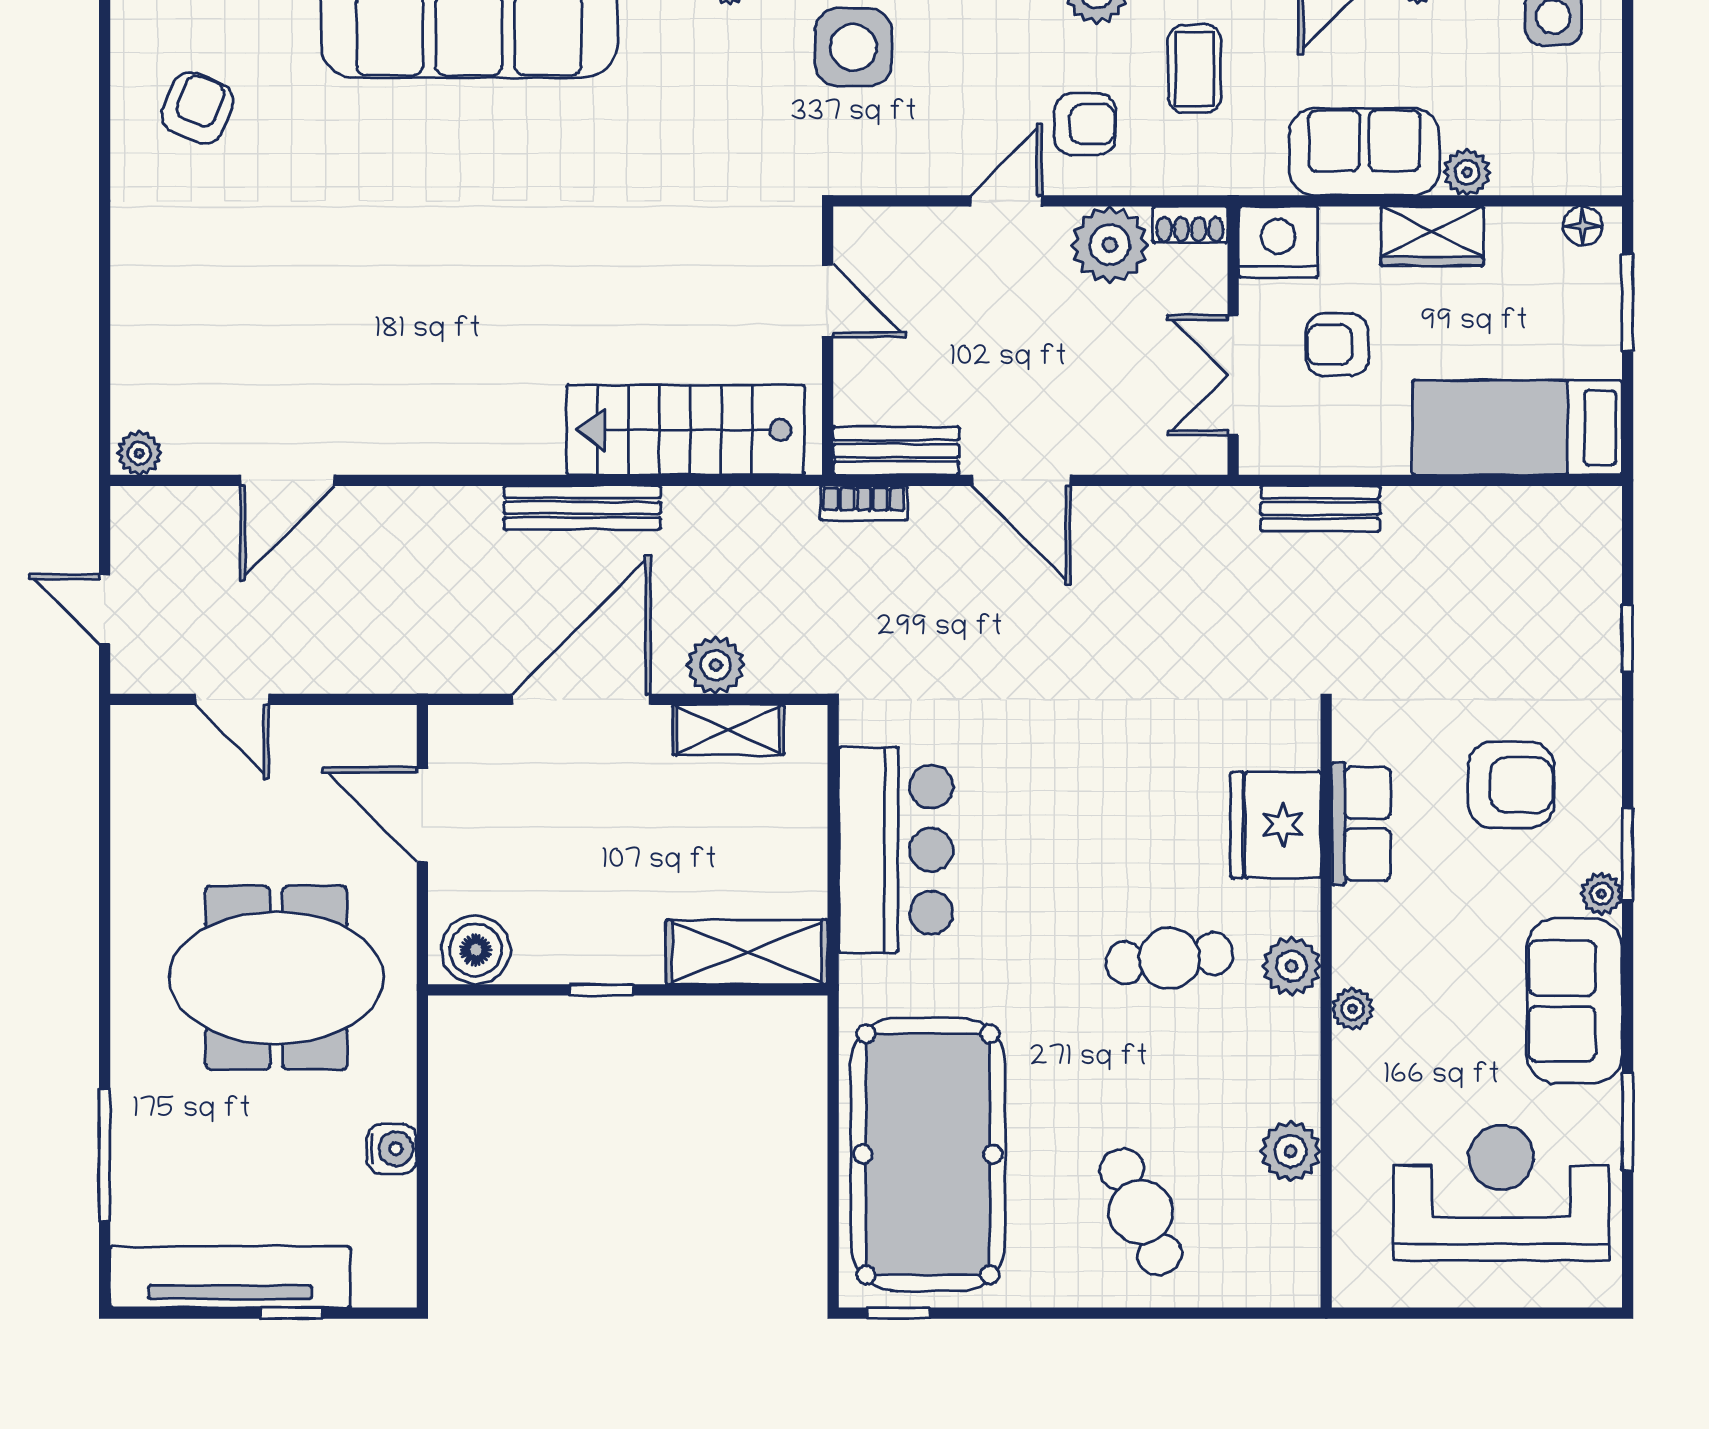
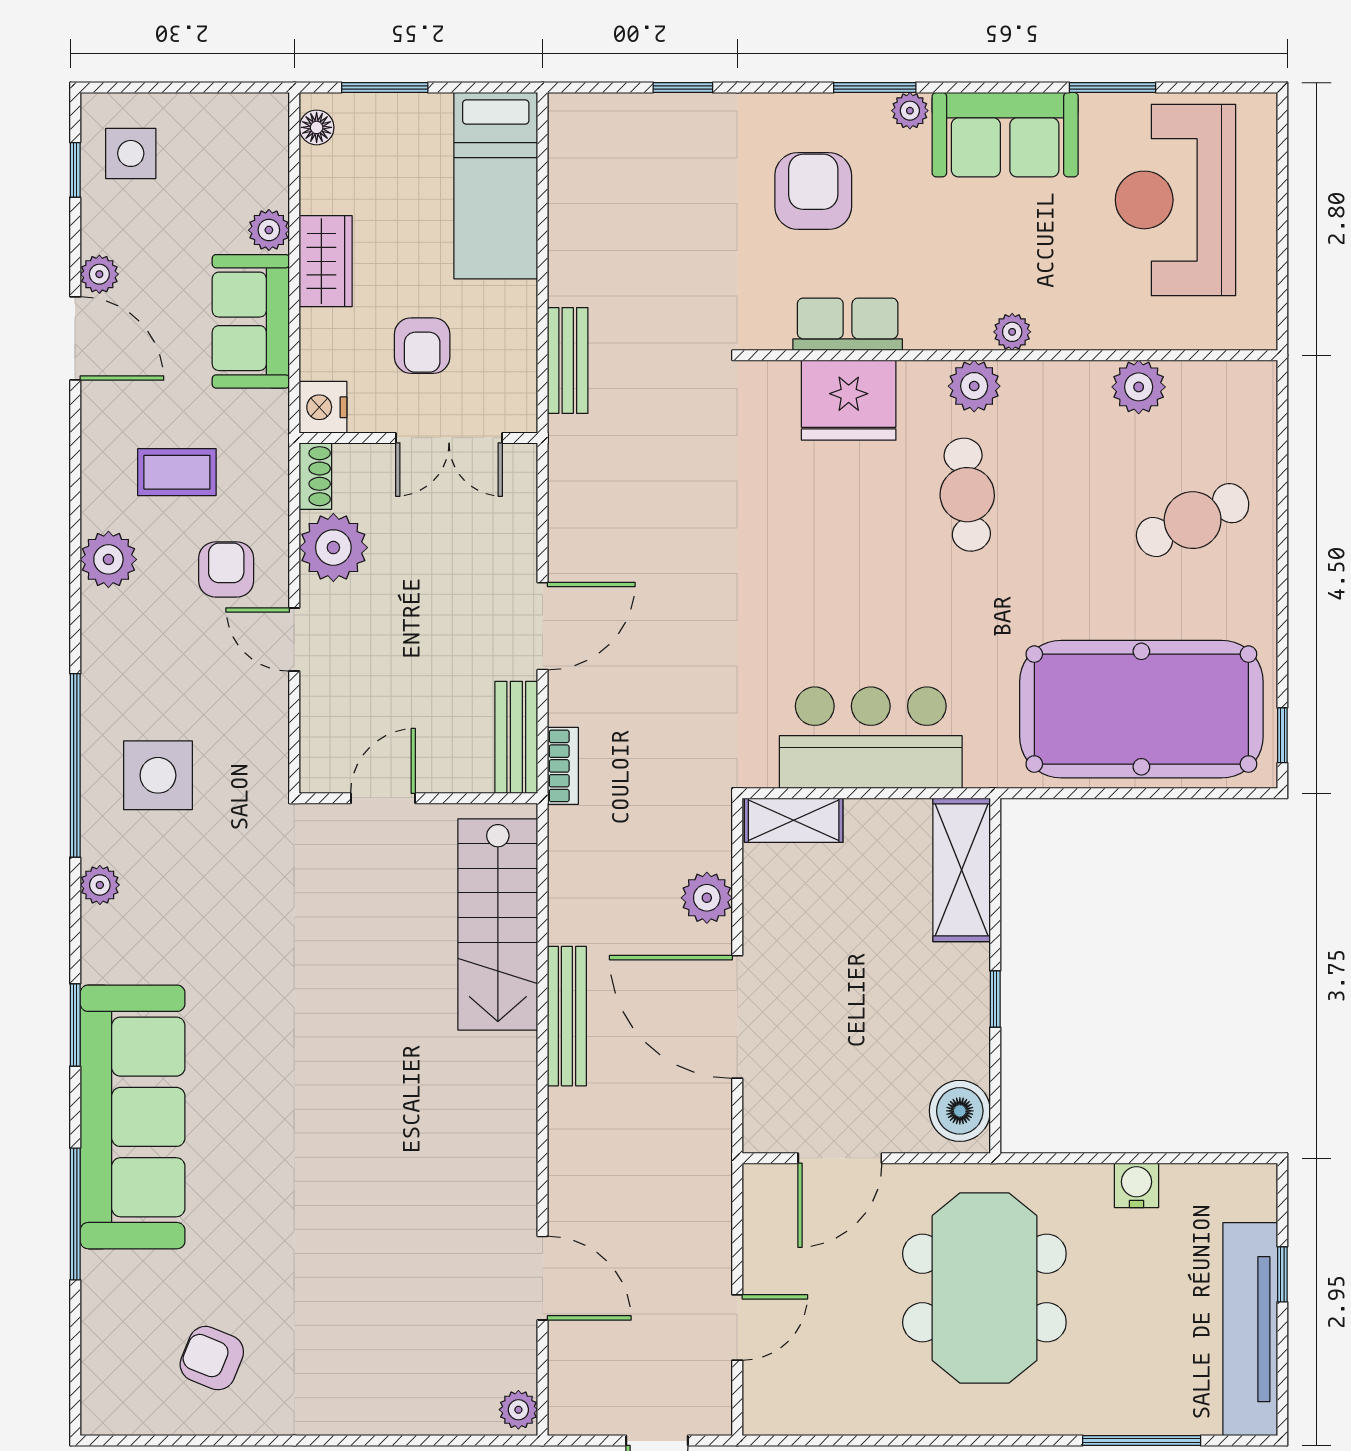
nightstand: (1278, 242) -> (323, 407), width x0.74, depth x0.75
shelving: (728, 730) -> (794, 820), moved, turned 90

